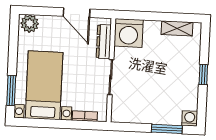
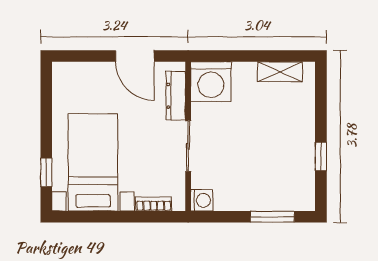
plant: (30, 23) -> (68, 75), removed
window: (203, 75) -> (321, 156), moved
window: (11, 91) -> (46, 172), width x0.67
washing machine: (190, 118) -> (202, 200), moved, turned 90

